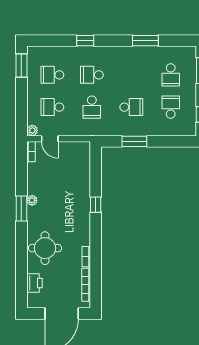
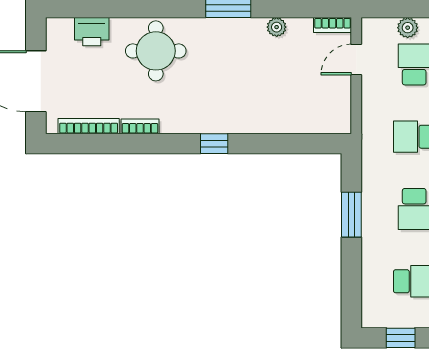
plant: (32, 130) -> (408, 28), moved
plant: (32, 200) -> (277, 27), moved
window: (96, 205) -> (214, 144), moved

